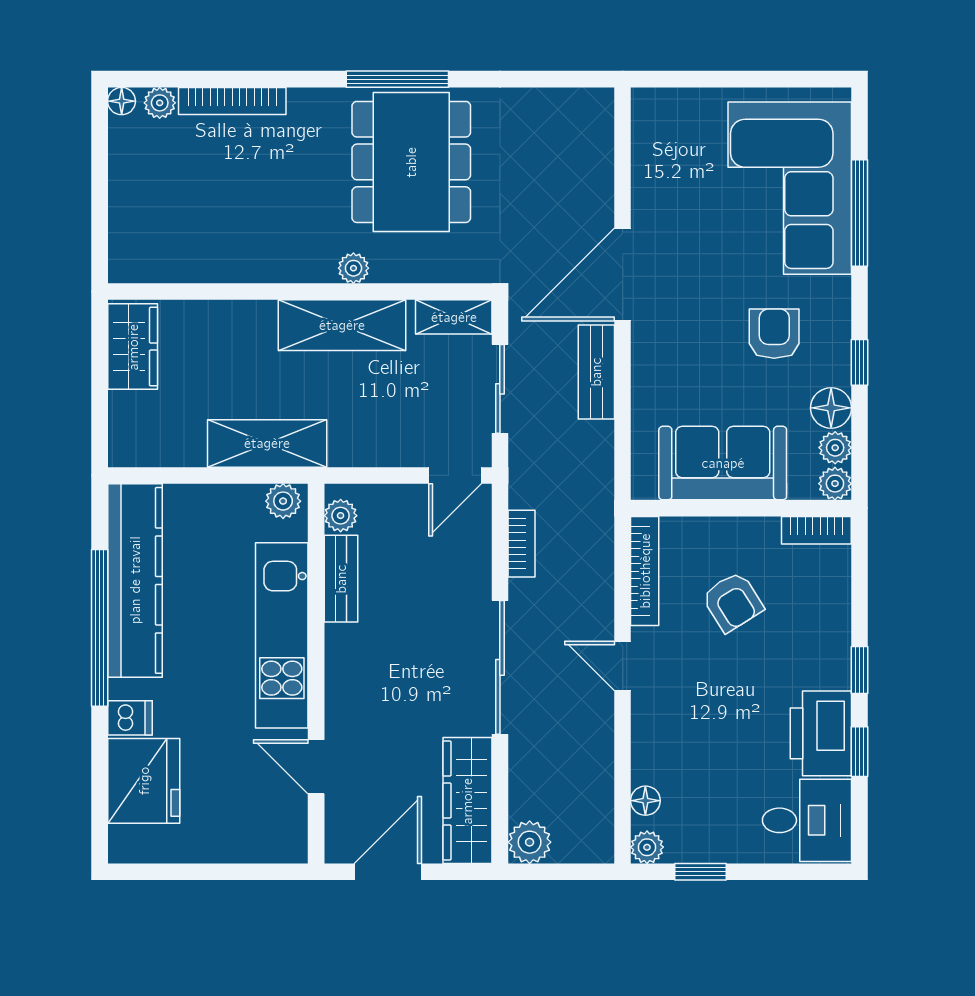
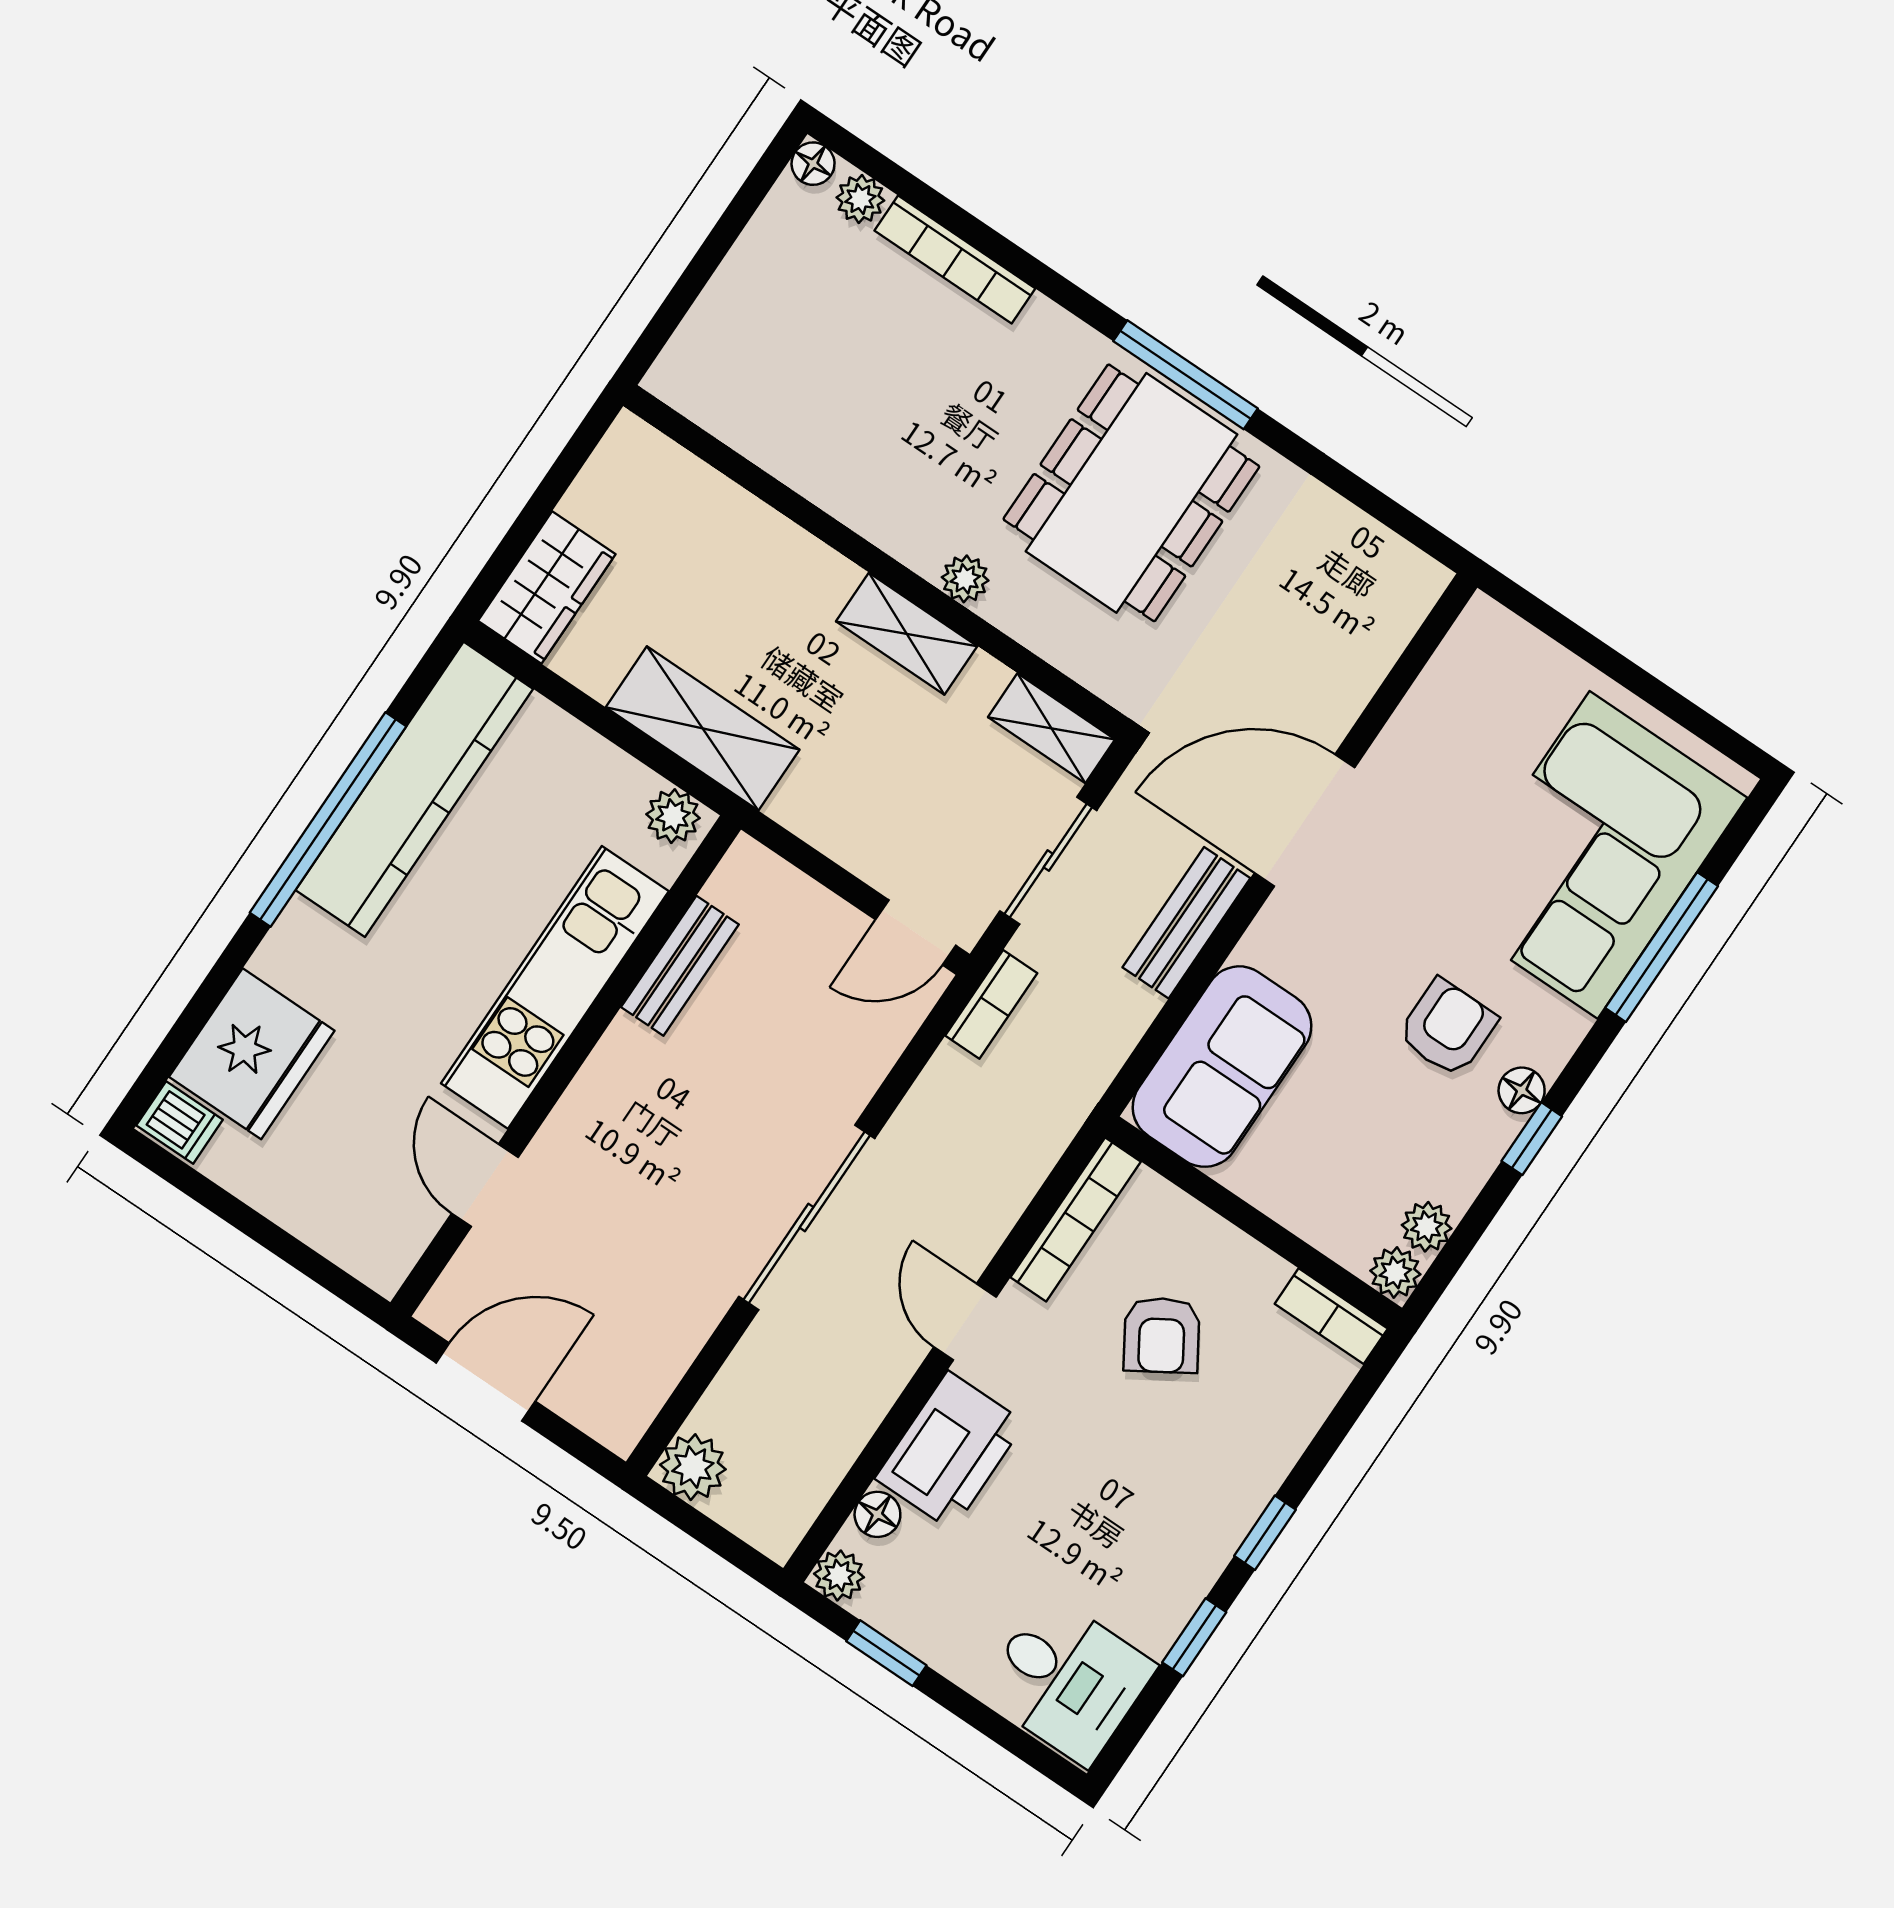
shelving: (342, 325) -> (907, 634), width x0.67, depth x0.75
wardrobe: (133, 347) -> (547, 587), moved
floor lamp: (831, 408) -> (1522, 1090), moved, width x0.73, depth x0.73
sofa: (723, 463) -> (1222, 1067), moved, turned 90
plant: (341, 516) -> (734, 885), removed
bookcase: (522, 544) -> (991, 1004), moved
dishwasher: (130, 718) -> (180, 1122), moved
printer: (821, 733) -> (950, 1451), moved, turned 180
wardrobe: (467, 801) -> (649, 1360), removed

